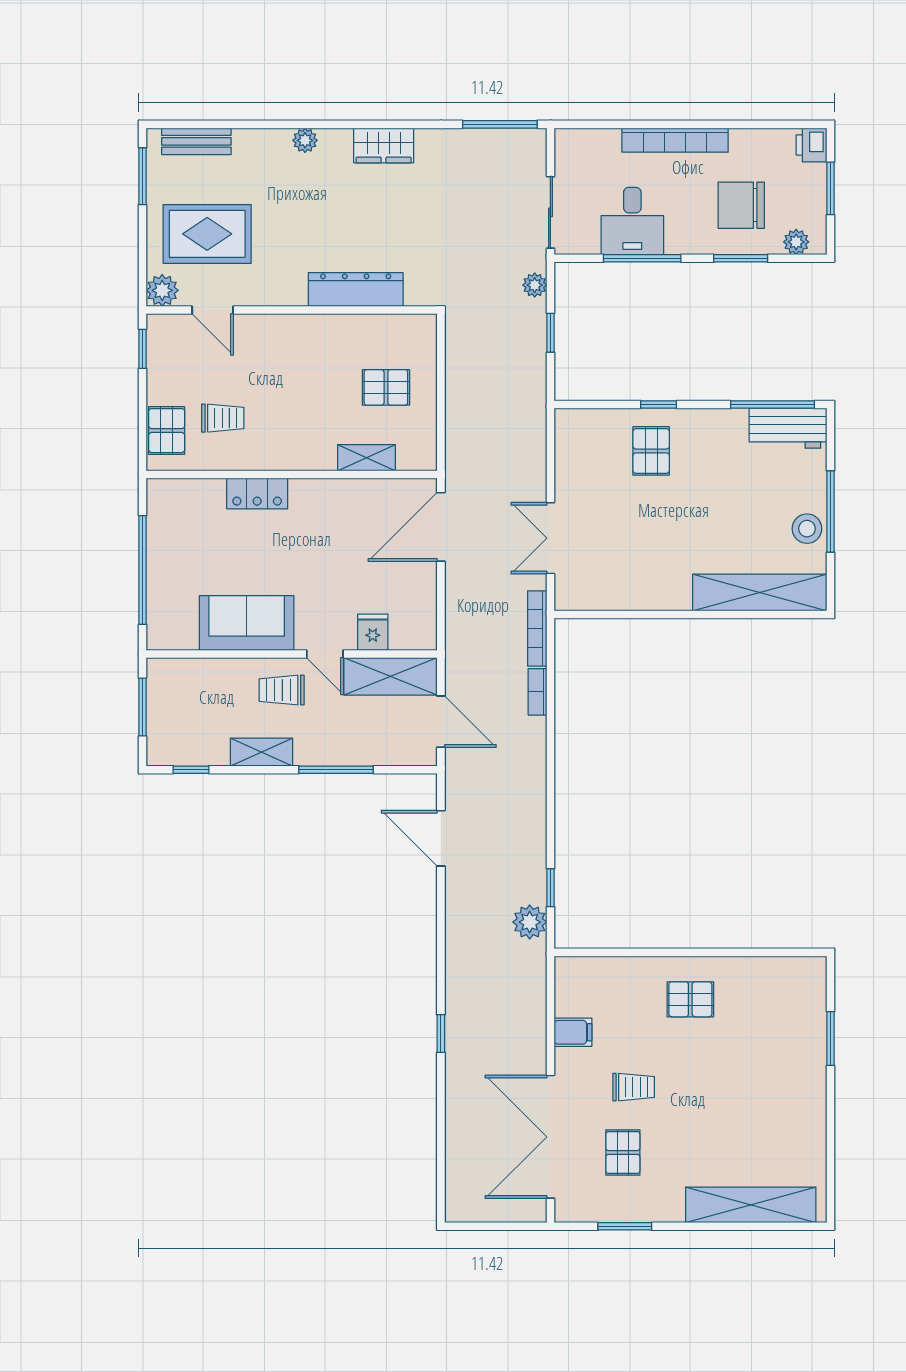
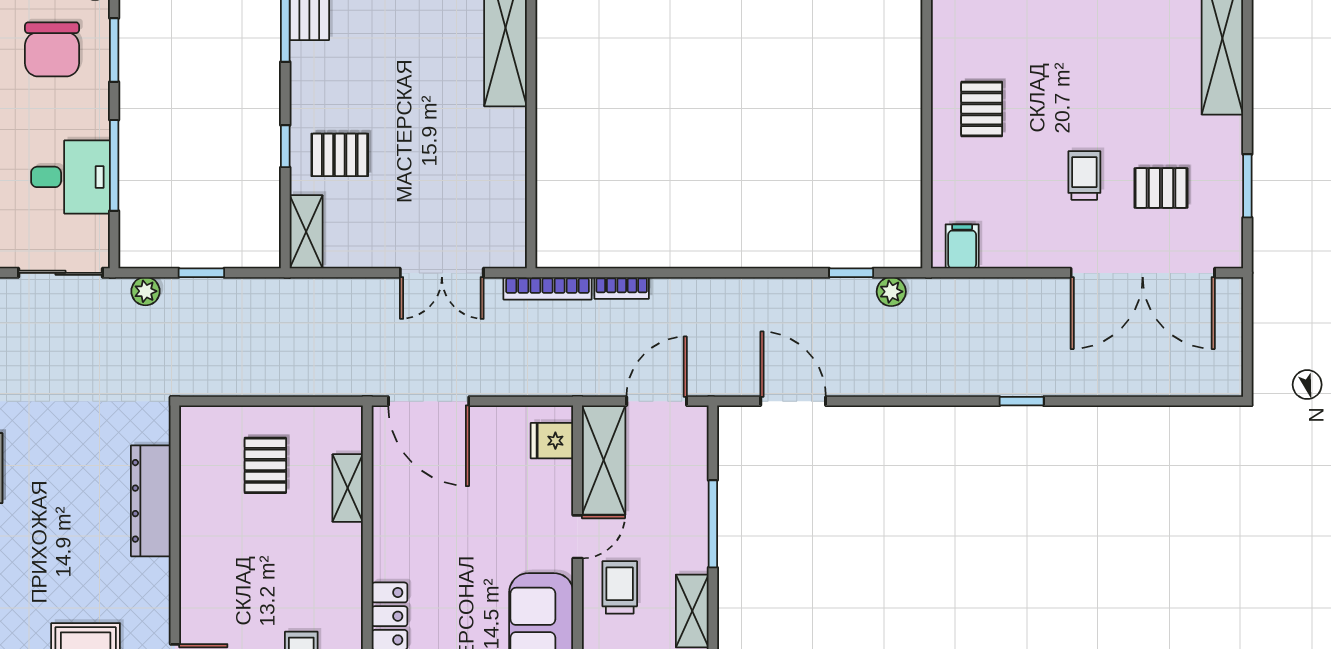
shelving: (585, 422) -> (306, 232), added
fridge: (373, 632) -> (552, 441), moved
trolley: (282, 690) -> (620, 587), turned 180
door: (441, 838) -> (793, 401), swing flipped
plant: (530, 922) -> (891, 292), width x0.73, depth x0.73
filing cabinet: (573, 1032) -> (962, 246), moved

